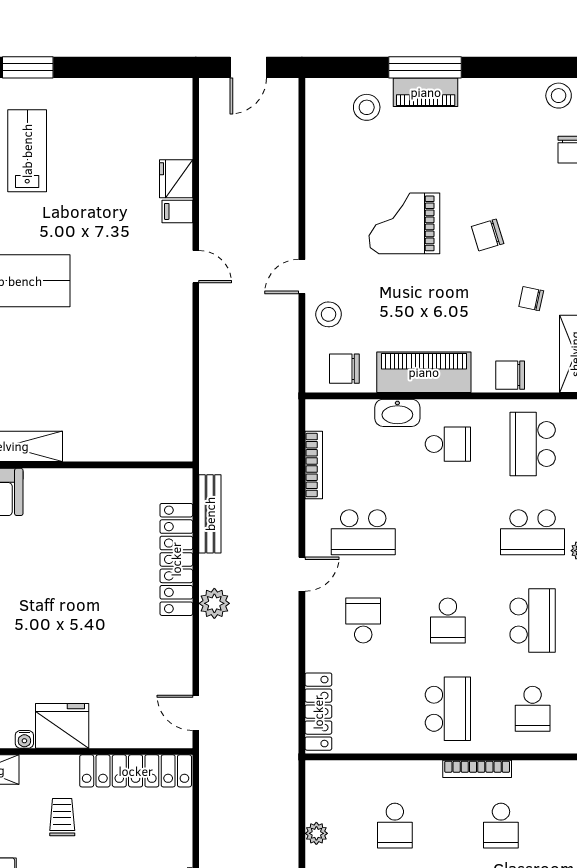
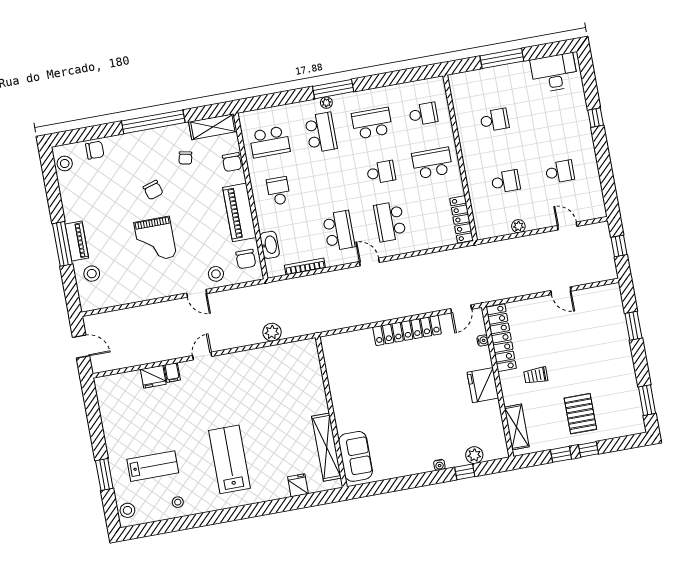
lab bench: (27, 151) -> (153, 466), turned 180
washbasin: (397, 413) -> (270, 245), moved
bench: (210, 514) -> (344, 322), removed
locker: (176, 559) -> (407, 330), moved
plant: (214, 603) -> (272, 332), moved
school desk: (363, 621) -> (390, 221), width x1.85
locker: (318, 712) -> (461, 219), moved, turned -90
water cooler: (24, 739) -> (483, 340), moved
bookcase: (477, 769) -> (464, 140), removed

